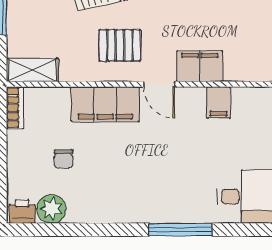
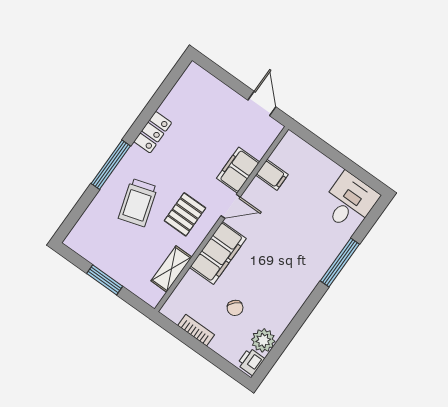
shelving: (32, 70) -> (171, 269), moved
bookcase: (15, 108) -> (196, 330), moved
chair: (64, 159) -> (235, 308), turned 44

